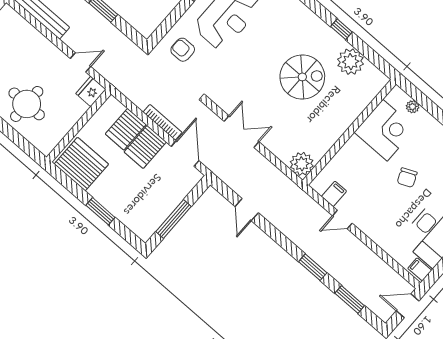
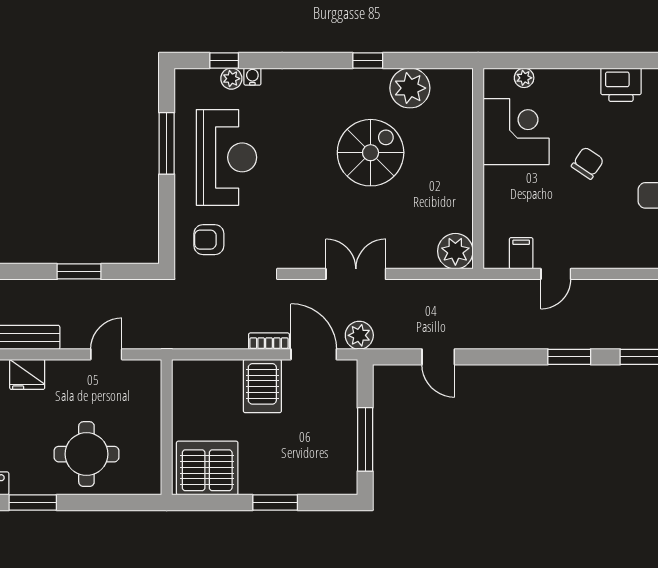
fridge: (91, 91) -> (27, 374), moved, turned -90
bookcase: (162, 122) -> (269, 341), width x0.64
server rack: (126, 129) -> (223, 385), removed
plant: (216, 164) -> (359, 335), added
chair: (407, 178) -> (588, 163), turned -122

